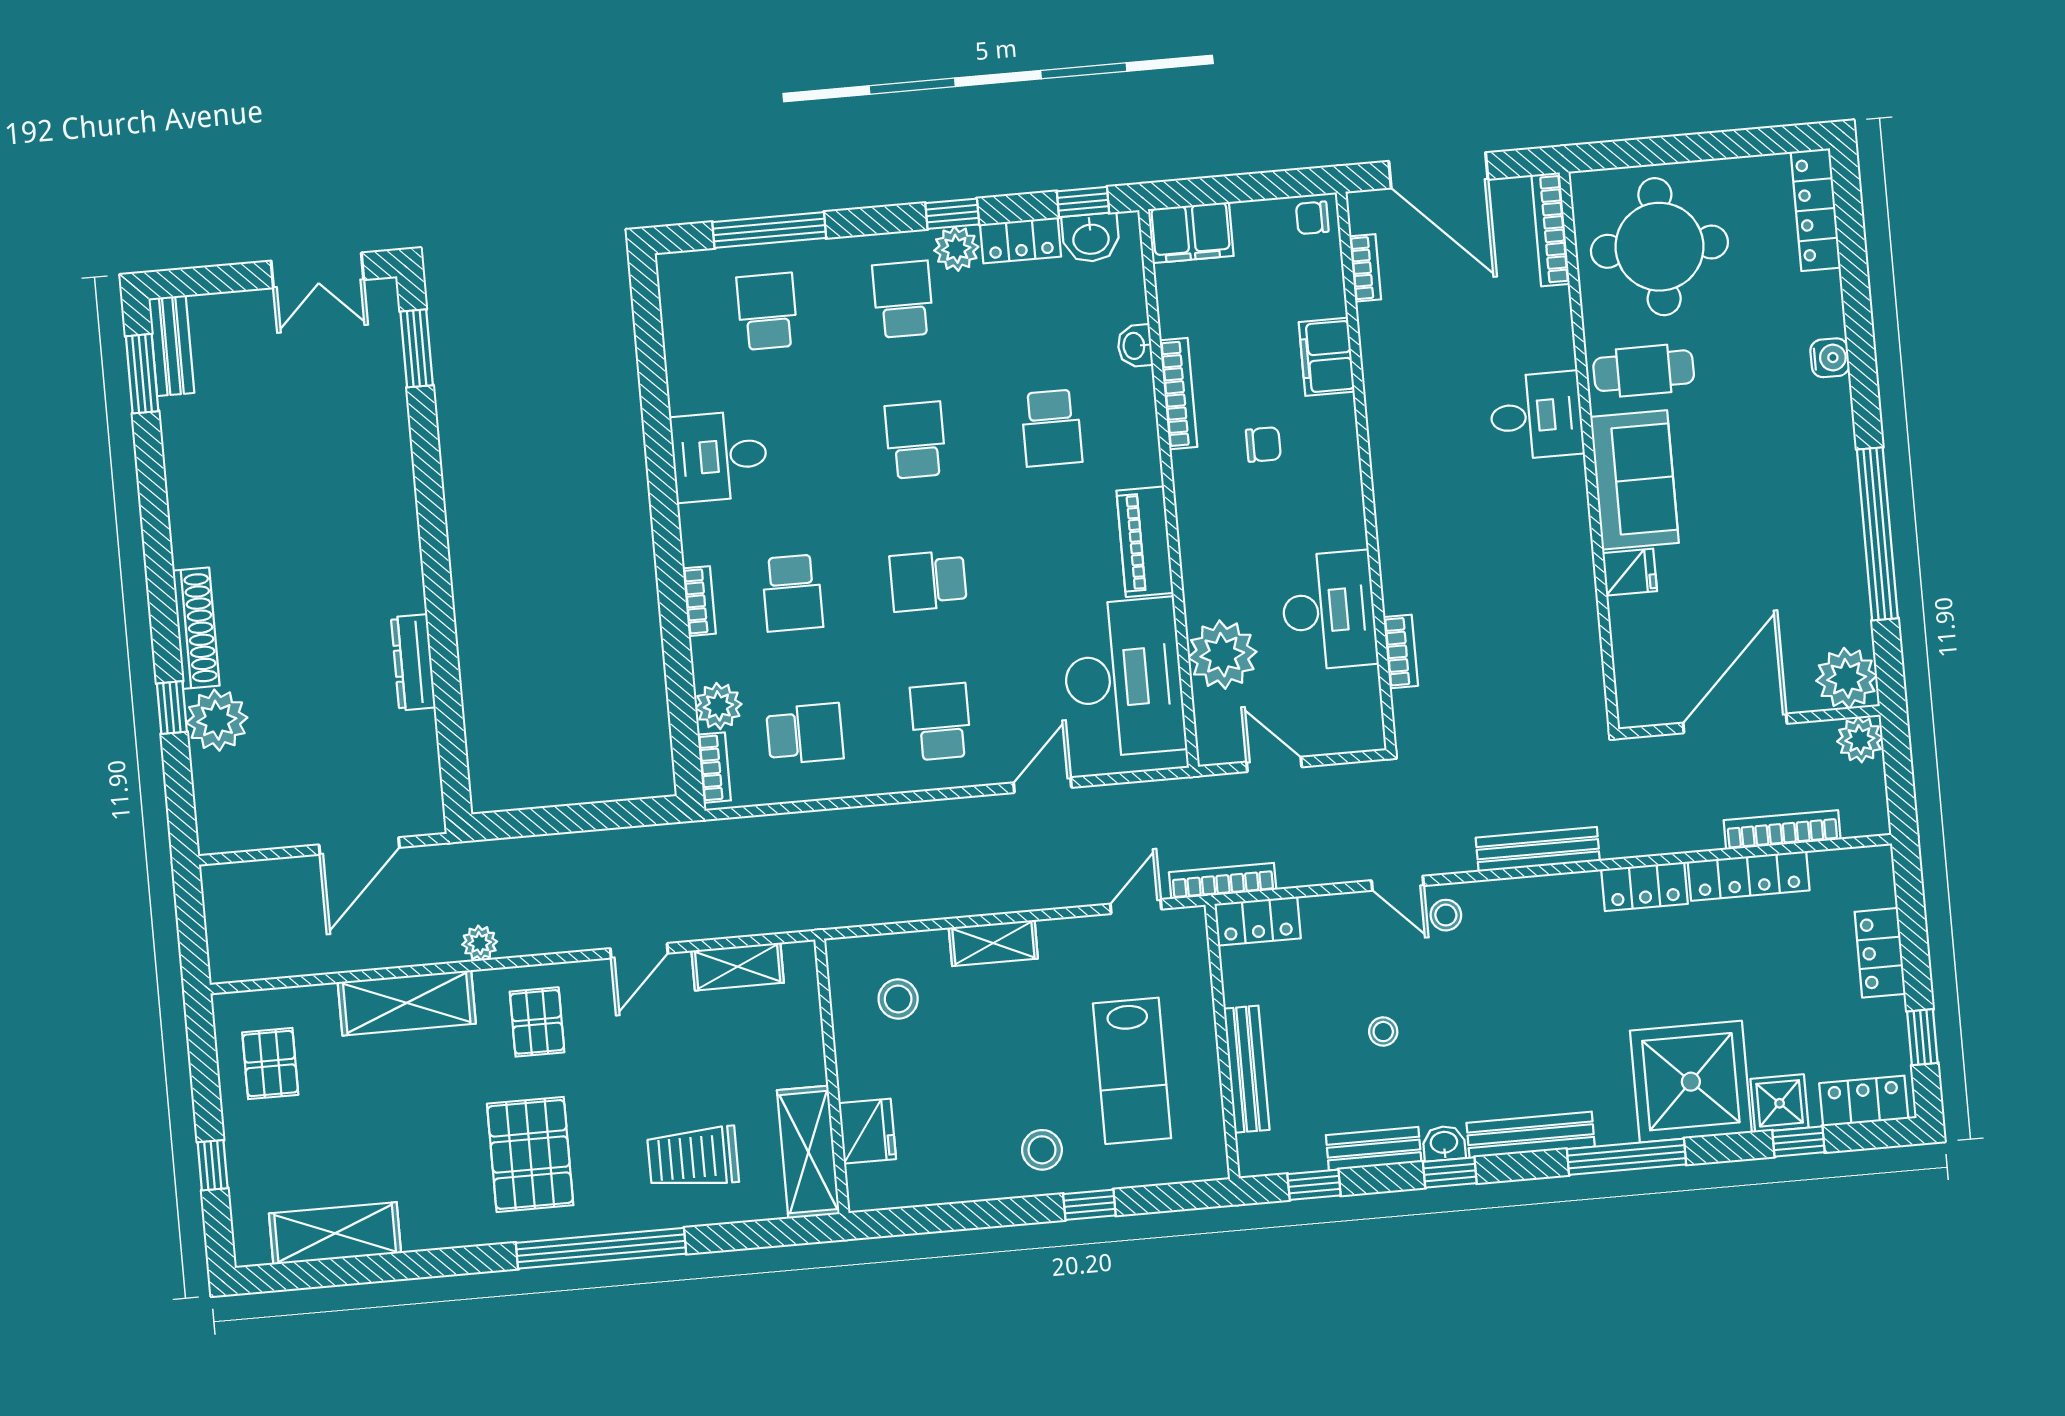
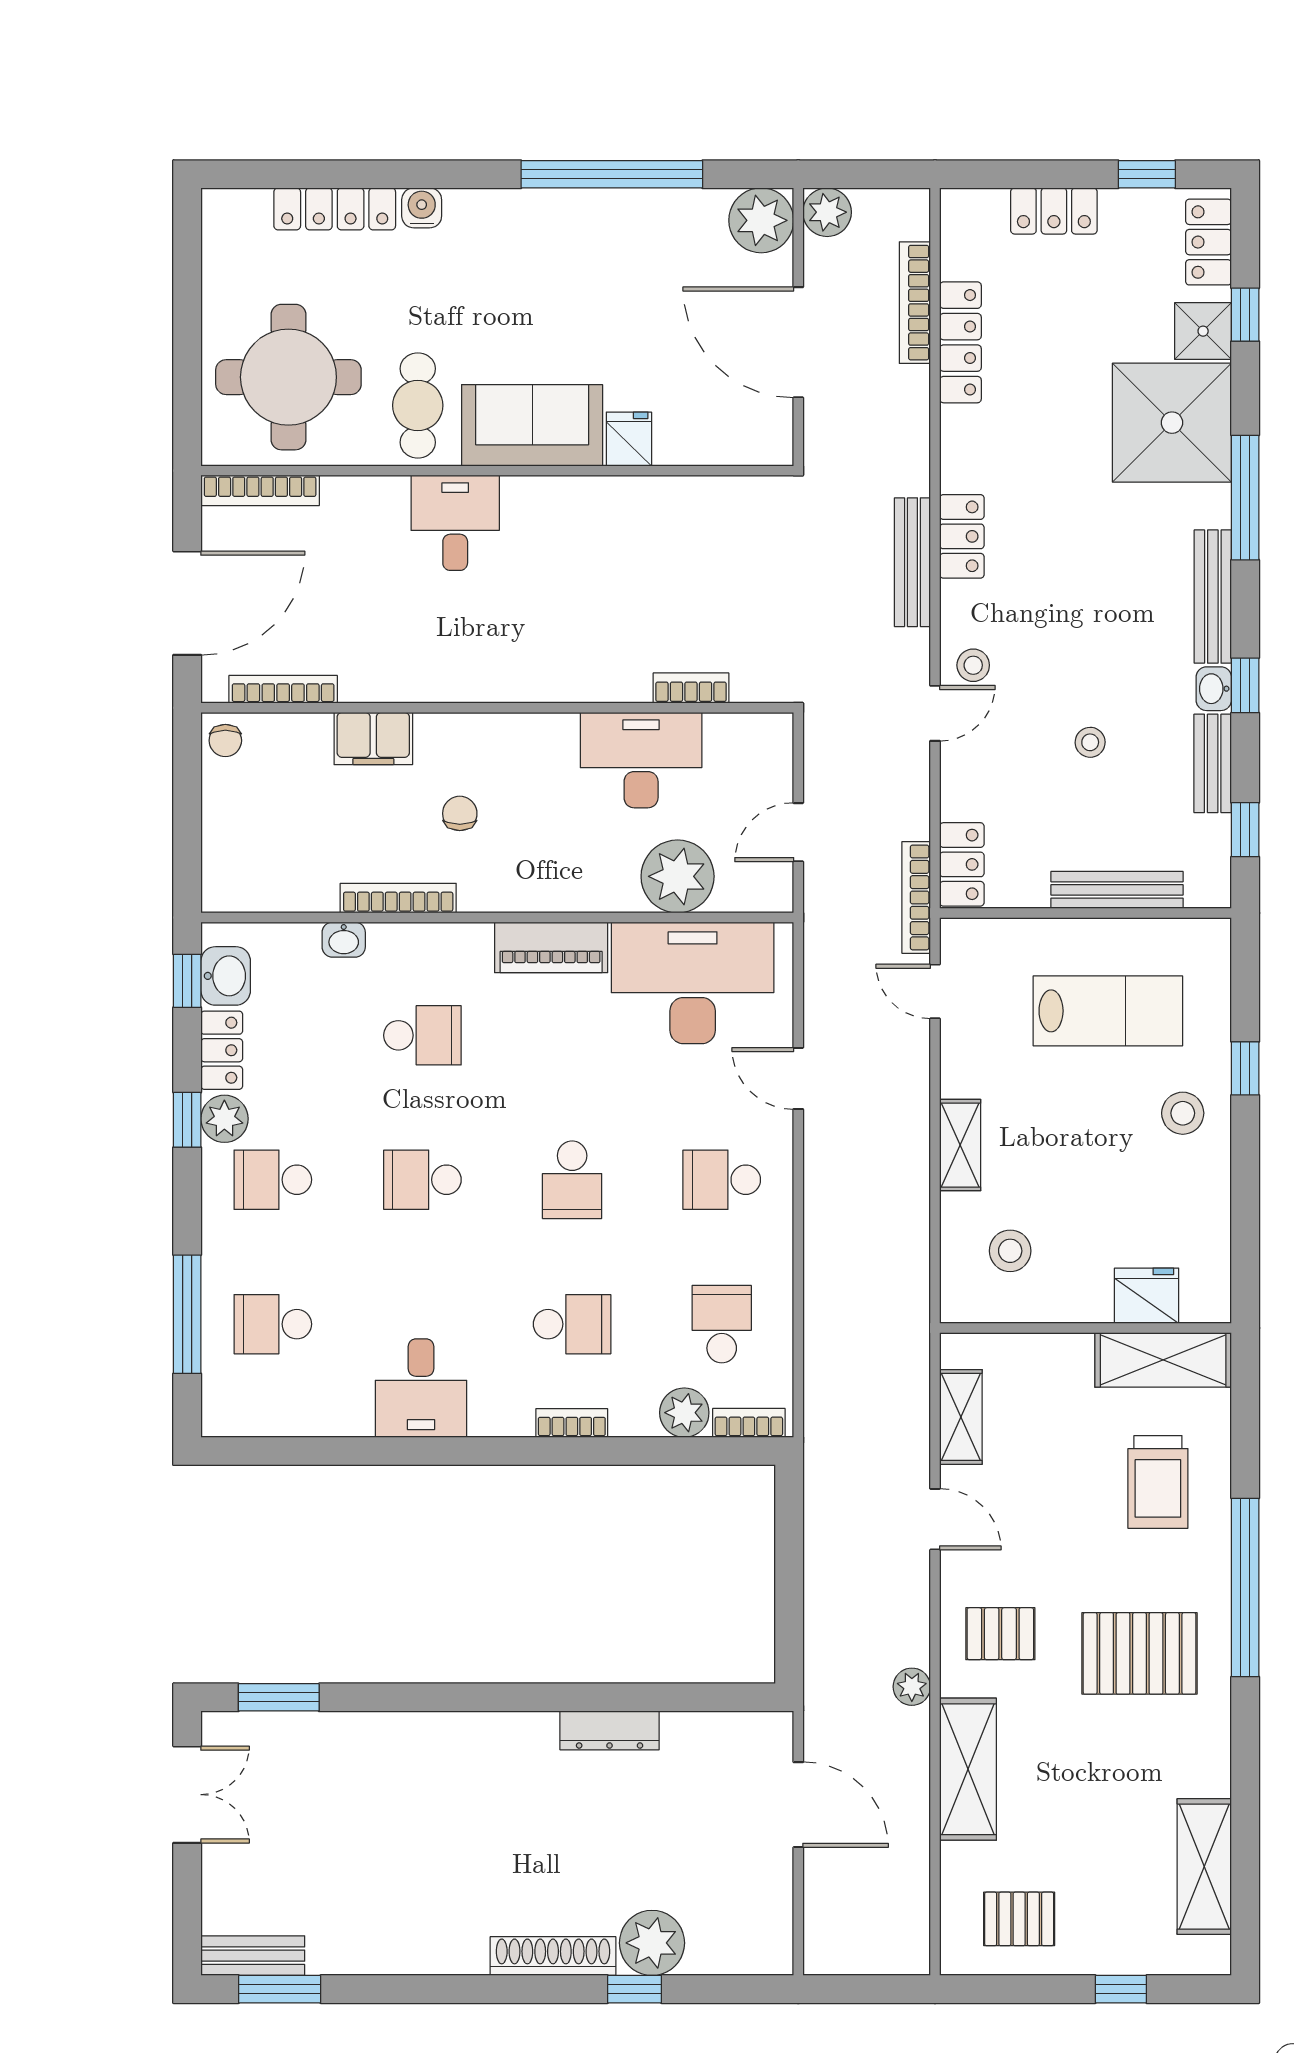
locker: (1816, 210) -> (335, 209), moved
filing cabinet: (1191, 233) -> (230, 870), removed
bookcase: (1365, 268) -> (283, 689), width x1.56
locker: (1645, 887) -> (962, 536), moved

